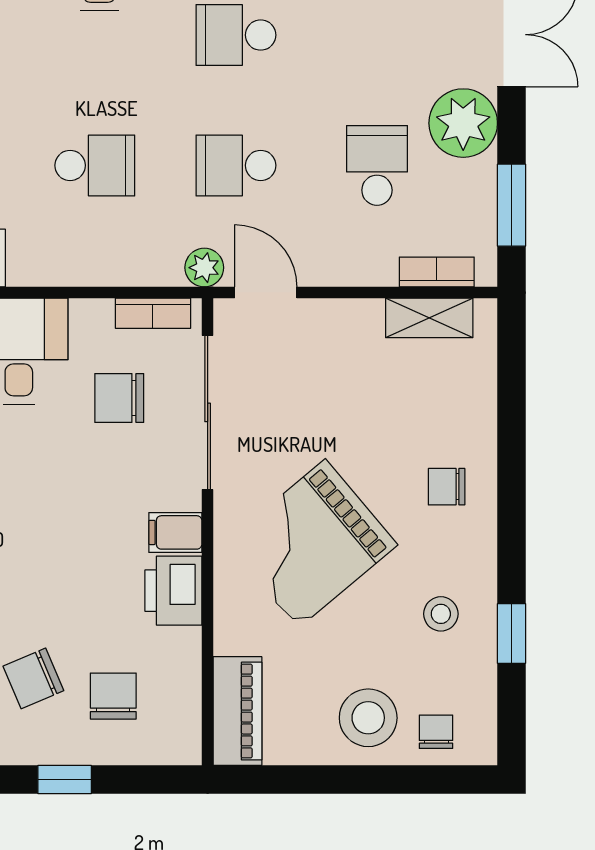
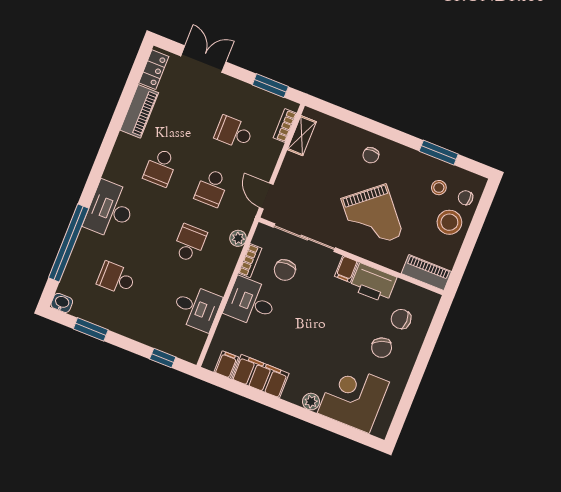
plant: (463, 123) -> (231, 92), removed
plant: (204, 268) -> (238, 238), moved
door: (266, 293) -> (266, 196), hinge flipped
bookcase: (153, 313) -> (250, 261), moved
printer: (173, 591) -> (373, 283), width x1.37, depth x1.19
stool: (441, 614) -> (439, 188), moved
window: (512, 633) -> (439, 153), width x1.50
window: (65, 779) -> (426, 351), removed

